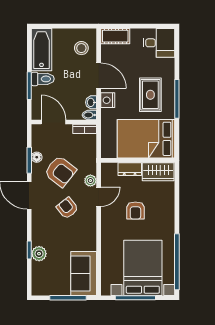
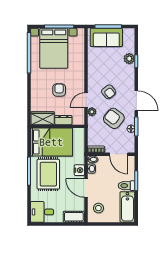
rug: (150, 95) -> (48, 174), width x1.36, depth x1.43
sofa: (84, 273) -> (106, 37), moved, turned 90

